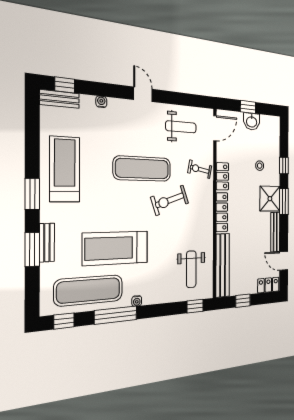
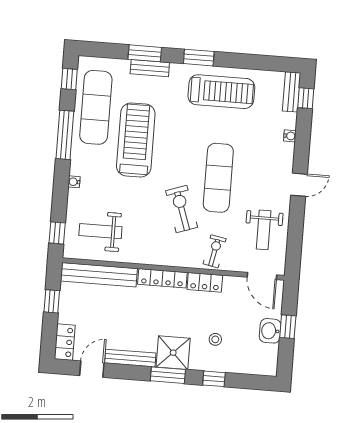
water cooler: (137, 301) -> (74, 182), moved

